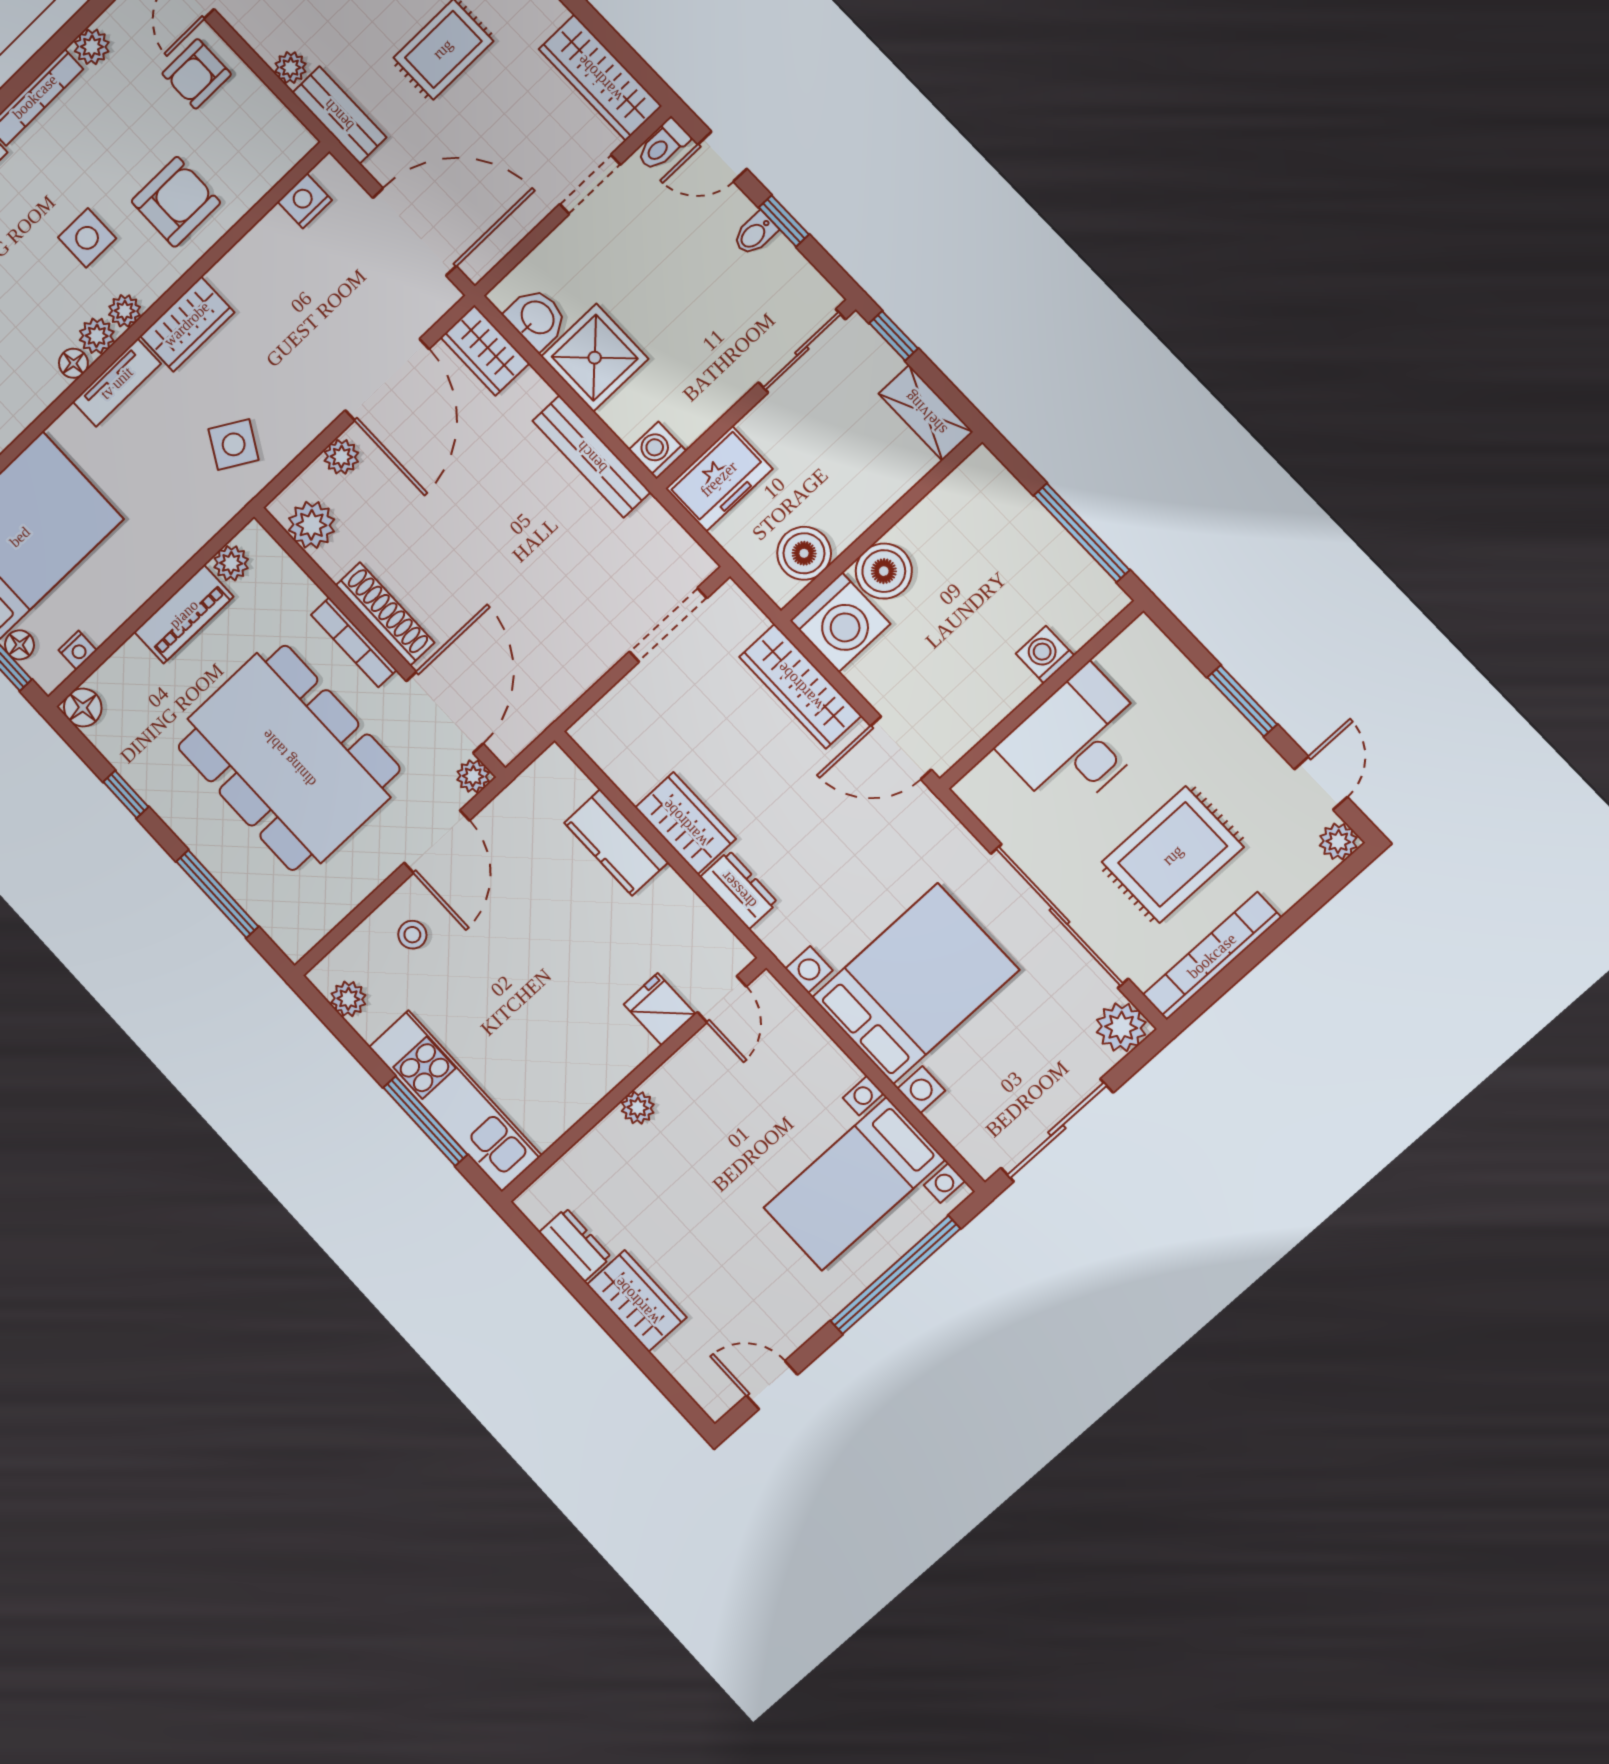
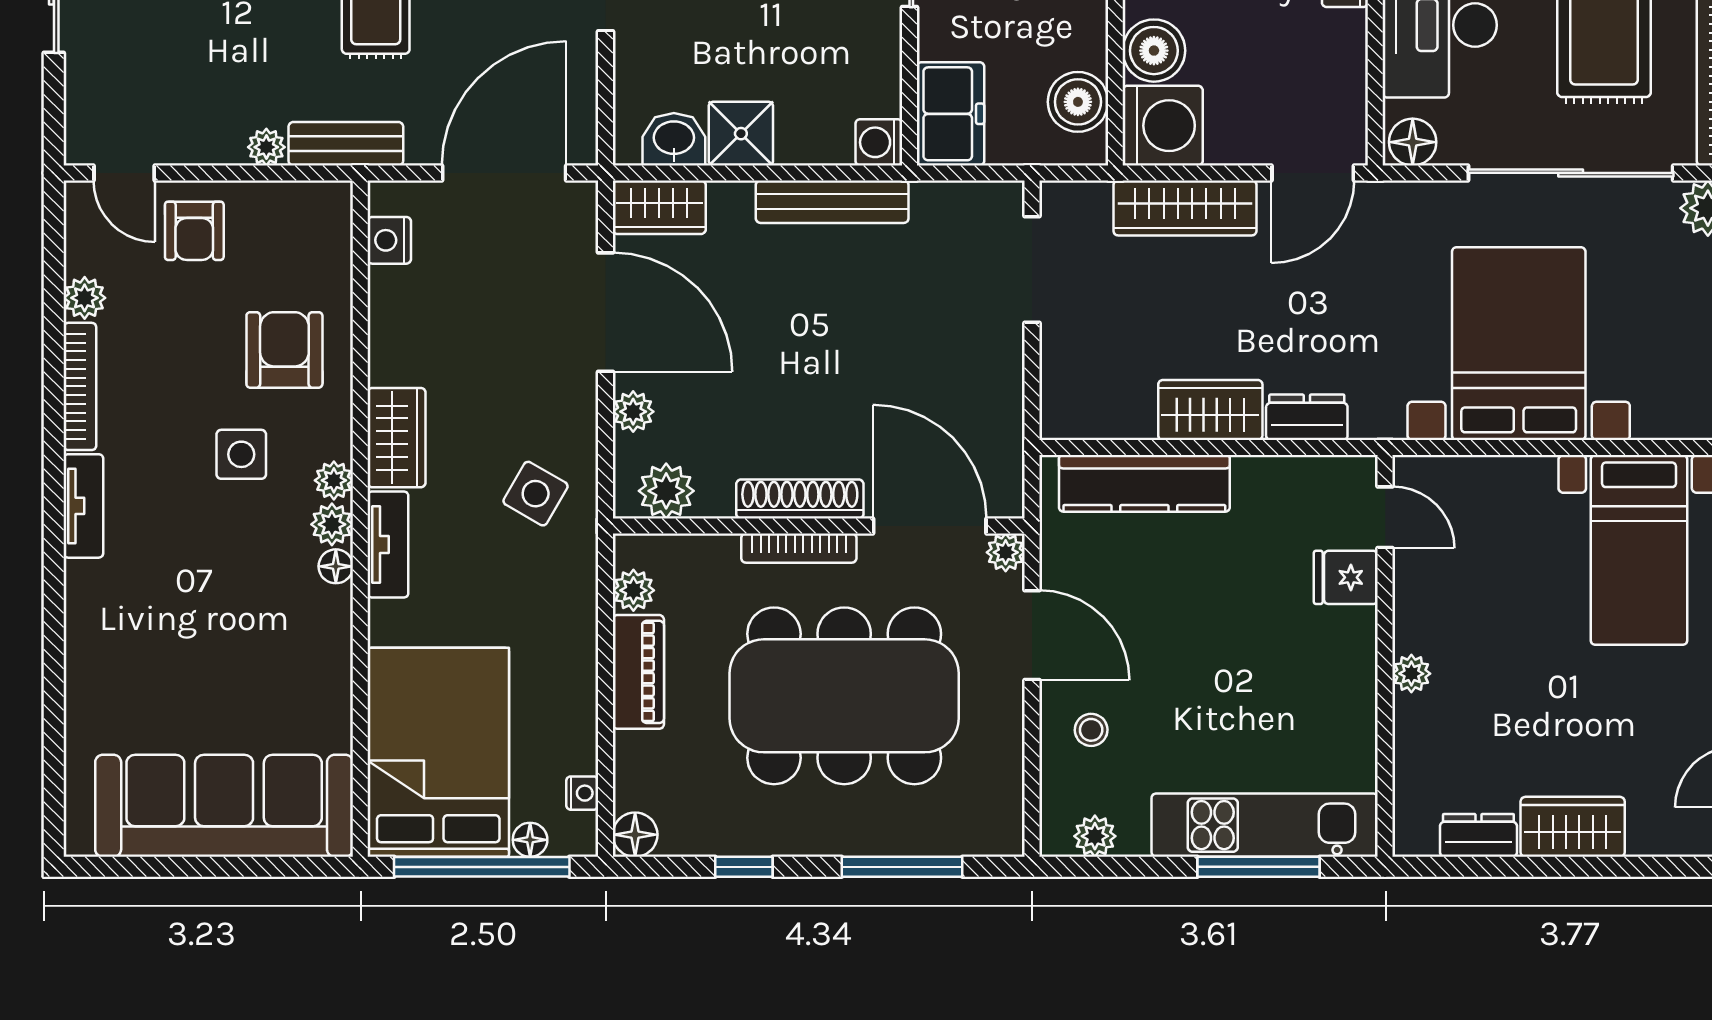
shower: (595, 358) -> (741, 134), width x0.73, depth x0.73
floor lamp: (982, 794) -> (1413, 142), added
kitchen counter: (616, 842) -> (1144, 483), width x1.50

